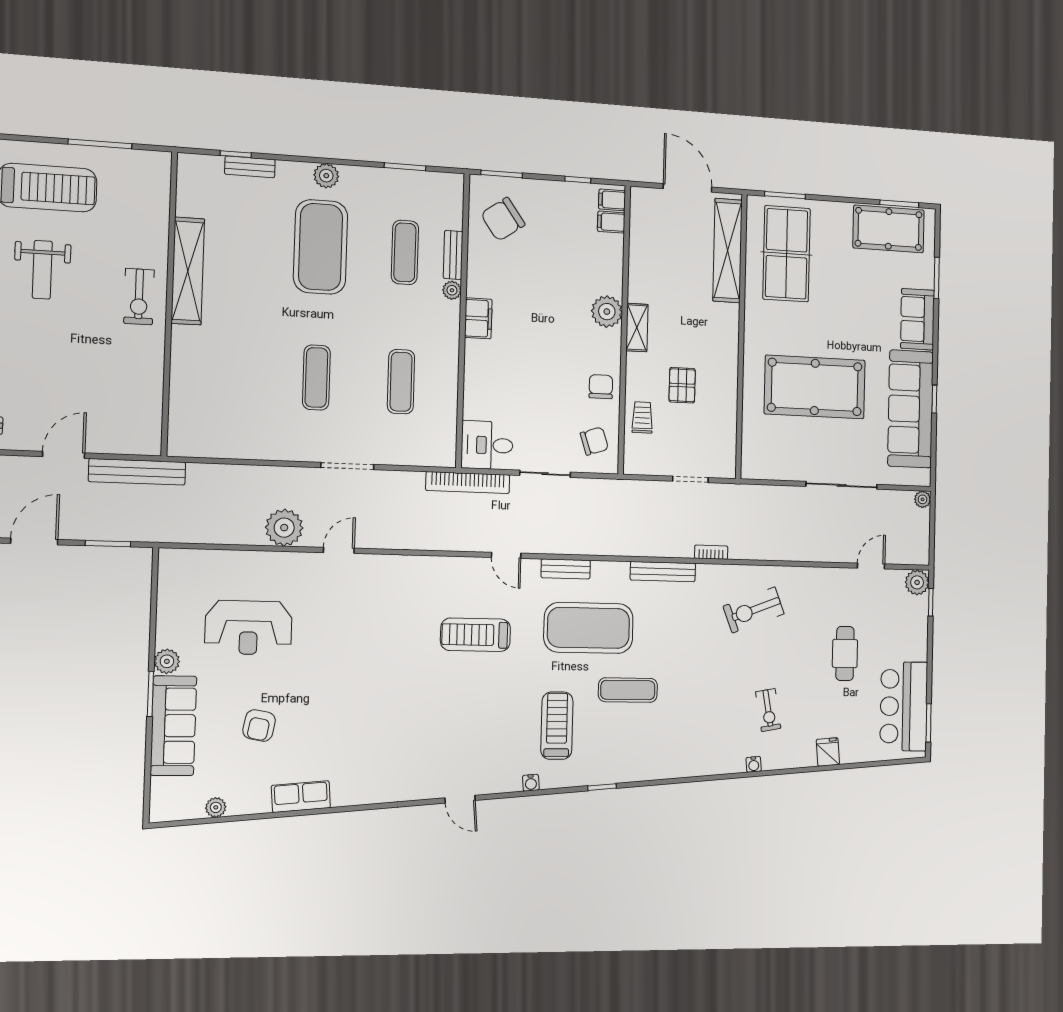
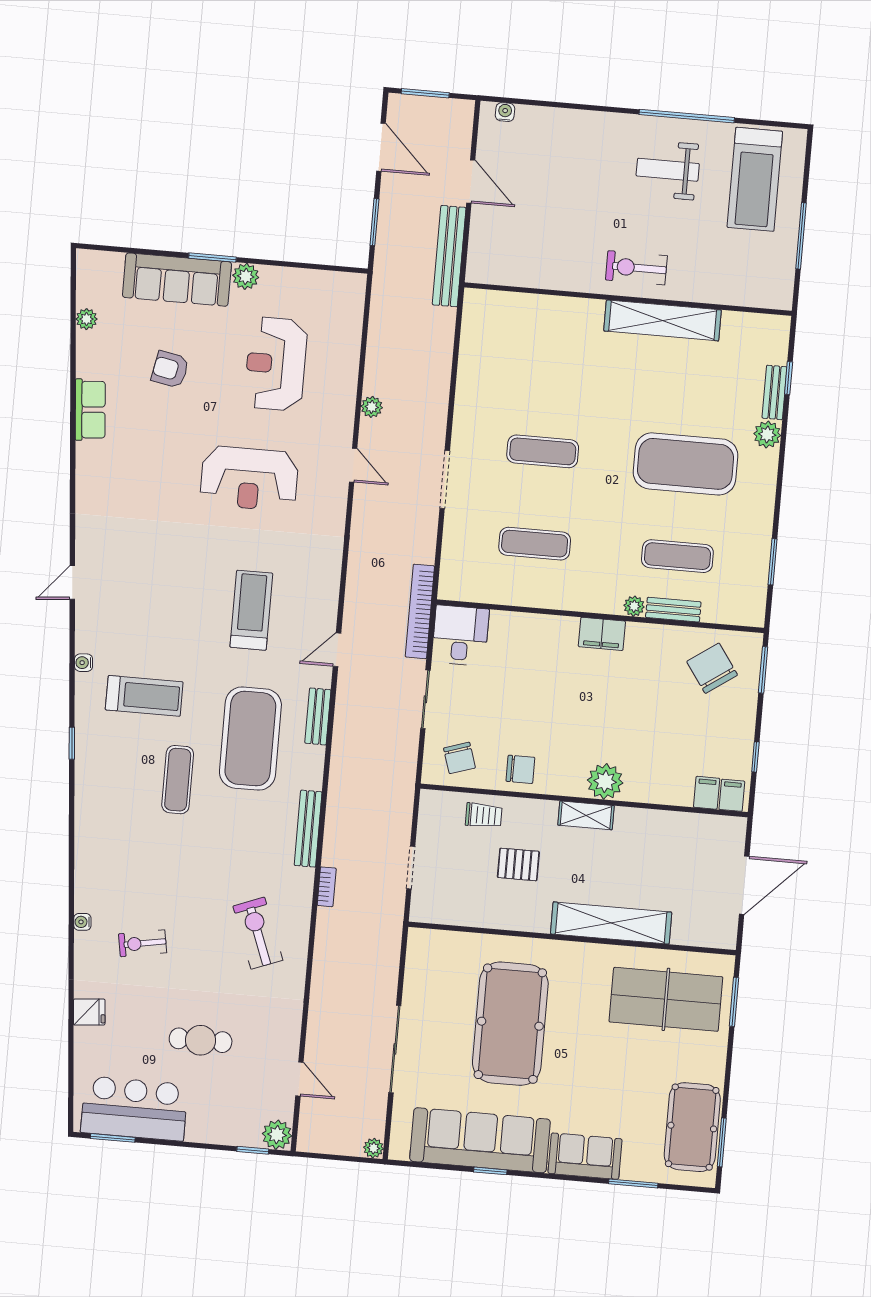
plant: (326, 176) -> (767, 434), moved
shelving: (728, 251) -> (611, 923), moved
plant: (284, 528) -> (372, 407), width x0.53, depth x0.53
reception desk: (356, 645) -> (249, 478), added

